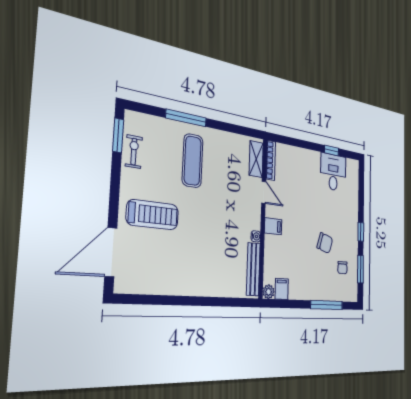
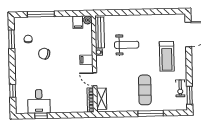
treadmill: (153, 215) -> (167, 56), turned -90
window: (361, 232) -> (13, 91), moved
weight bench: (215, 244) -> (127, 45), added

